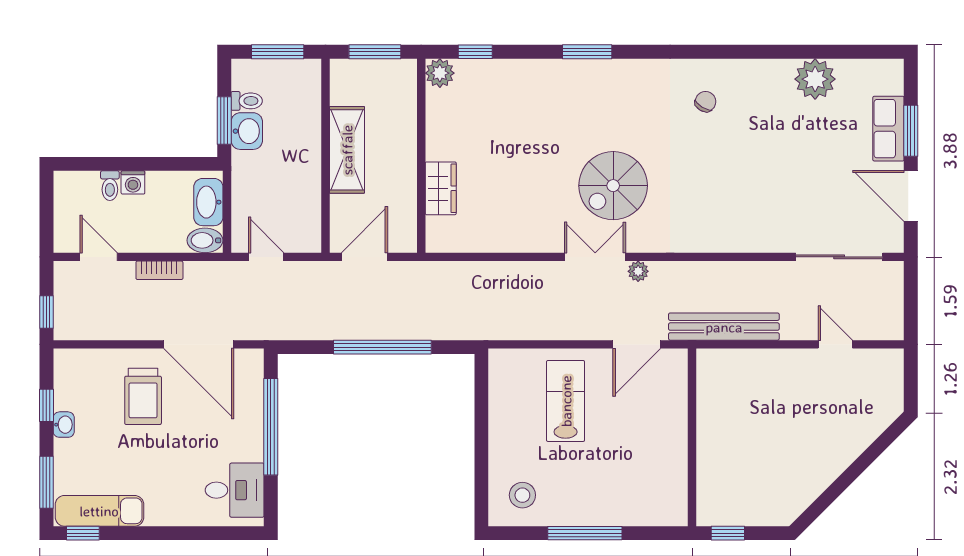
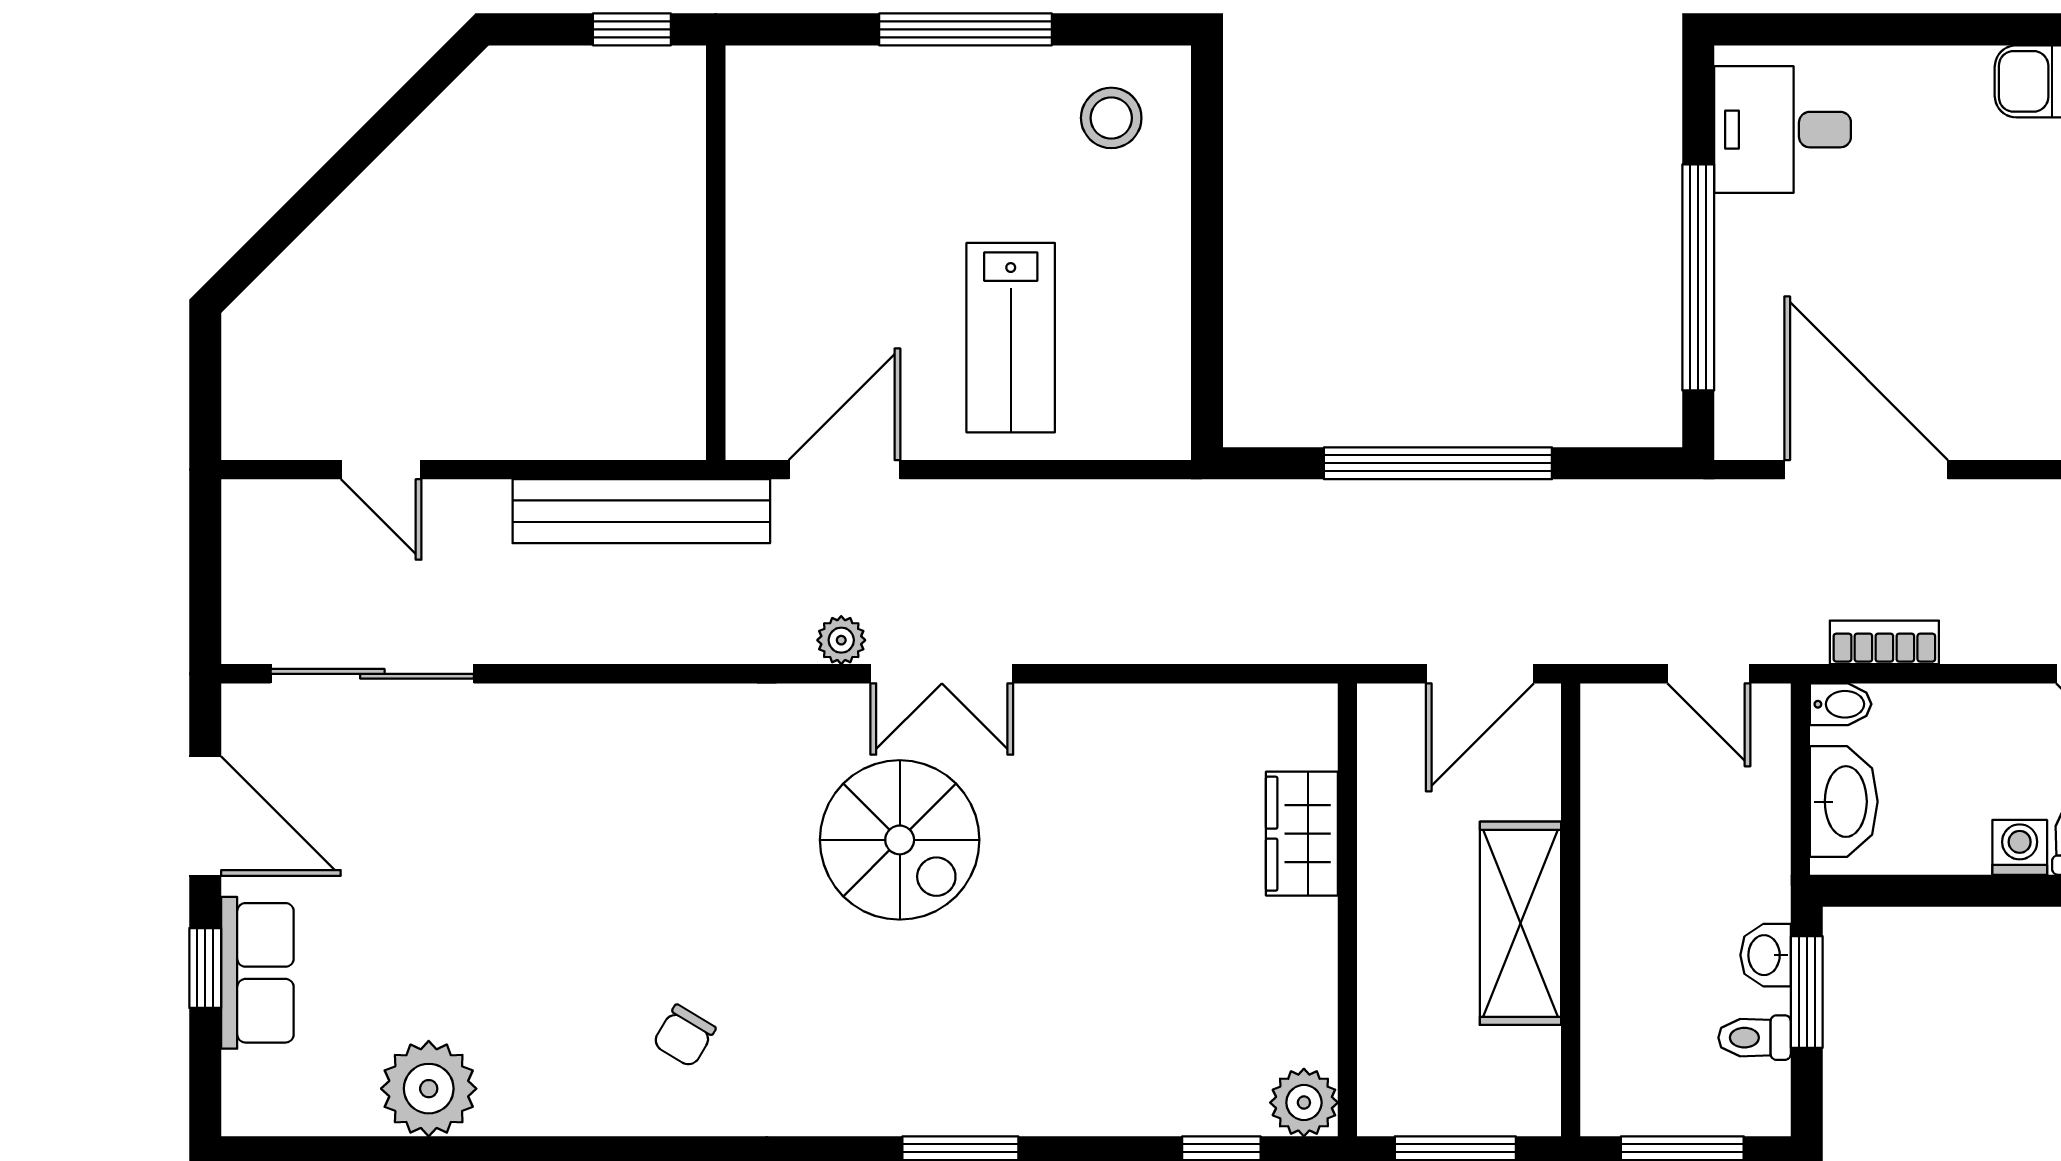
washbasin: (247, 131) -> (1766, 955), width x0.72, depth x0.69
window: (911, 131) -> (205, 968), width x0.67
spiral stairs: (613, 186) -> (900, 840), turned 90
bidet: (205, 240) -> (1841, 704), width x0.72, depth x0.74
bookcase: (159, 270) -> (1884, 642), moved
trolley: (143, 396) -> (1996, 348), removed

